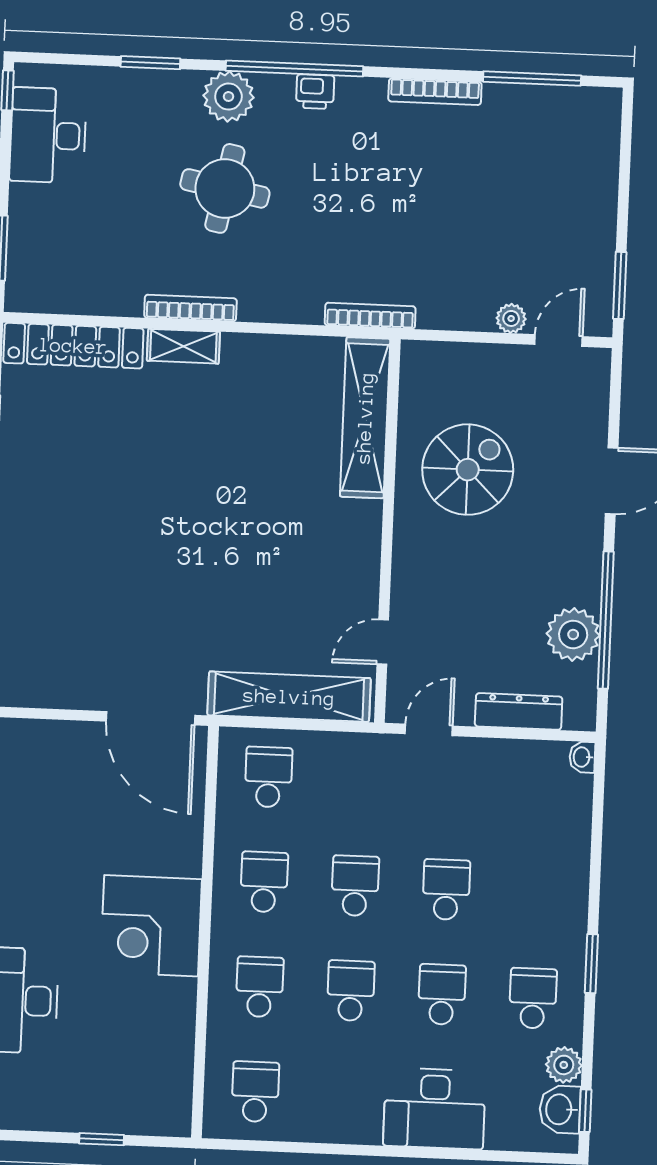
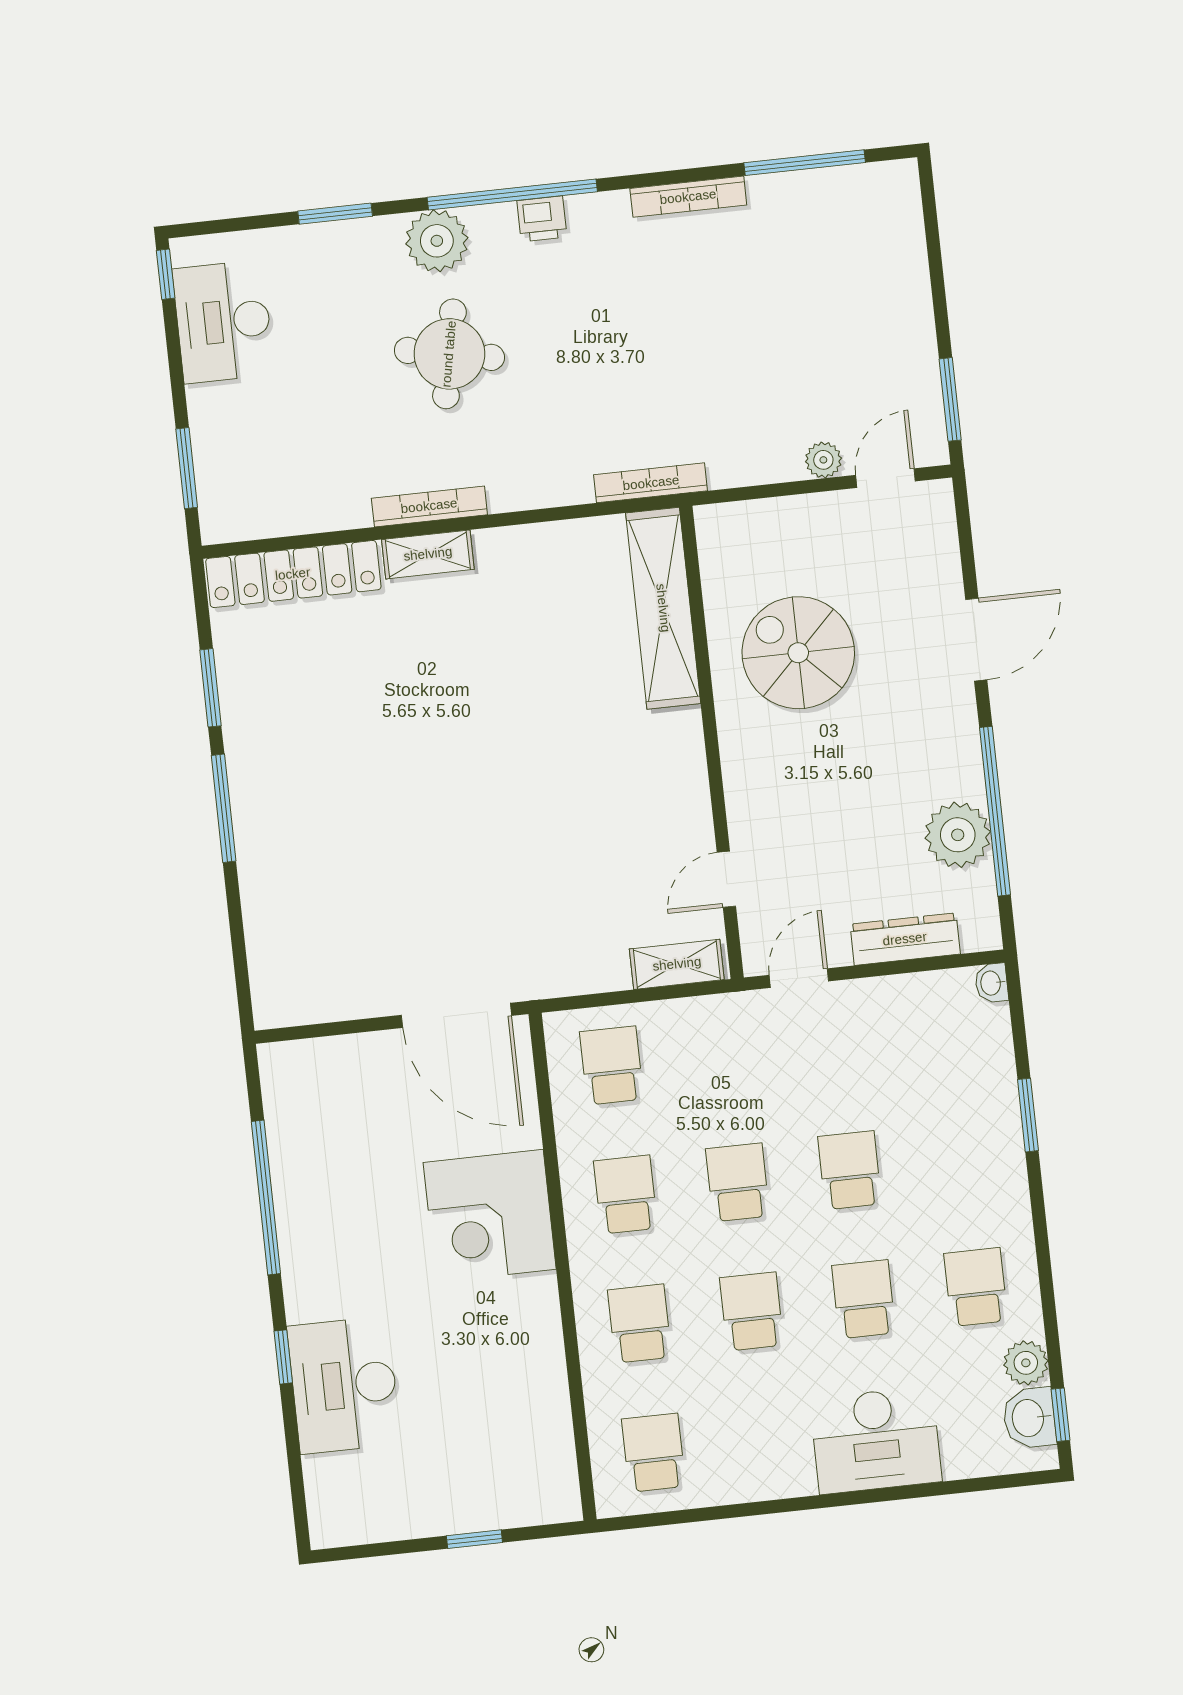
spiral stairs: (468, 470) -> (798, 653), turned -90
shelving: (289, 697) -> (677, 964), width x0.45, depth x0.75
corner desk: (151, 926) -> (490, 1216), moved
window: (591, 964) -> (1028, 1115), moved

